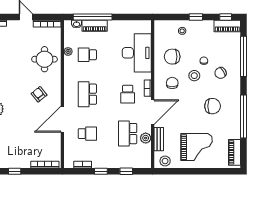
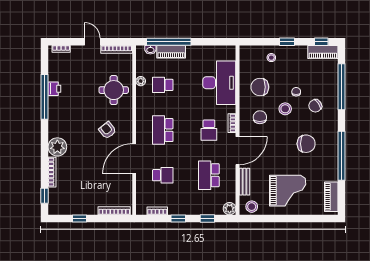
plant: (146, 138) -> (230, 209), moved

